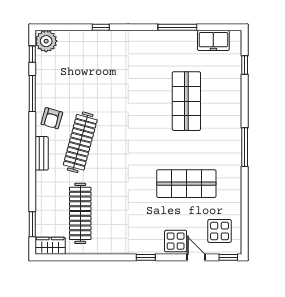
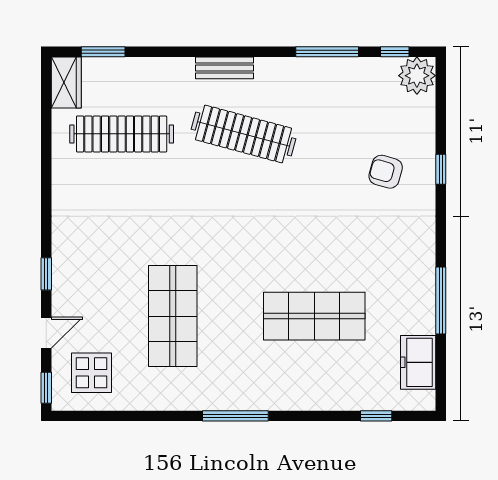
armchair: (52, 118) -> (386, 172), moved
display table: (176, 241) -> (74, 297), removed
window: (146, 257) -> (46, 274), moved

